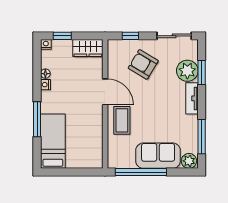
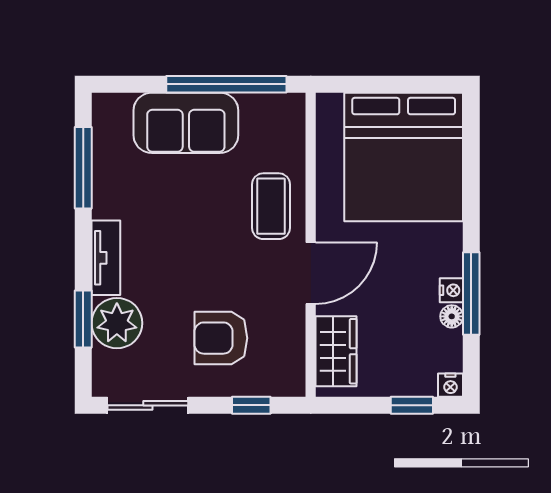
wardrobe: (88, 48) -> (336, 351), moved, turned 90
armchair: (143, 64) -> (221, 338), turned 149
door: (105, 92) -> (311, 273), swing flipped
window: (37, 119) -> (471, 294), moved
bed: (53, 141) -> (404, 157), width x2.04
plant: (189, 161) -> (113, 110), removed

